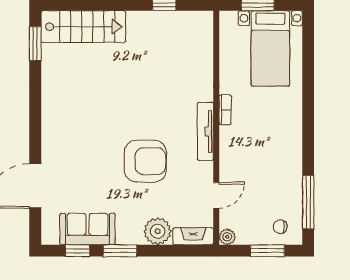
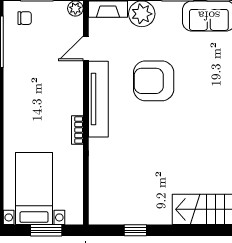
tv unit: (205, 131) -> (98, 99), width x1.36, depth x1.29

